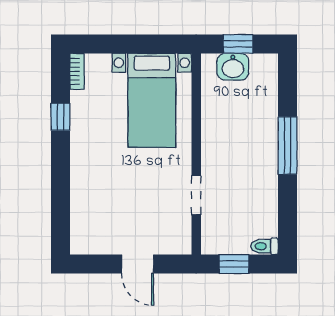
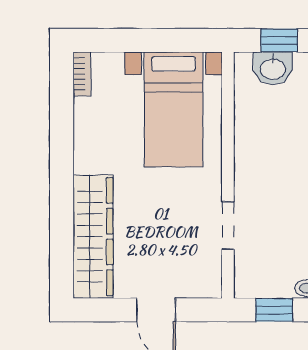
window: (60, 117) -> (62, 130), removed
wardrobe: (86, 204) -> (93, 237), added

